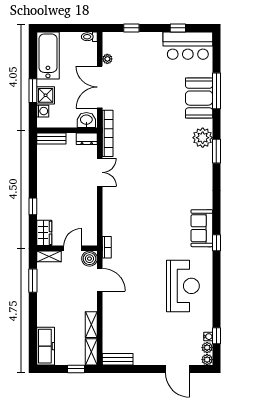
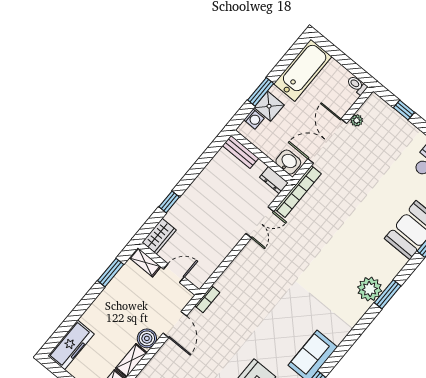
plant: (203, 138) -> (370, 289), moved
boiler: (89, 259) -> (147, 338), moved

